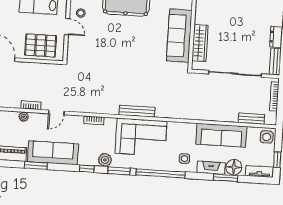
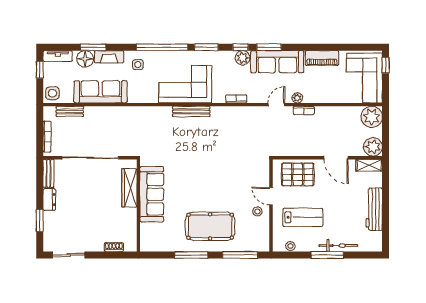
plant: (24, 117) -> (297, 98), moved
plant: (105, 160) -> (243, 58), moved
window: (36, 165) -> (269, 47), moved

